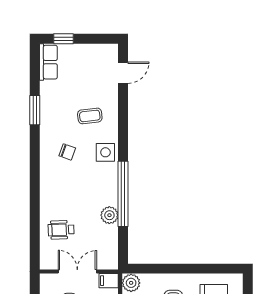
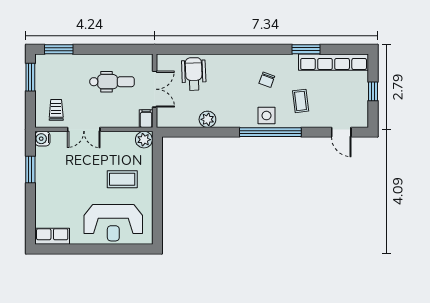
window: (64, 39) -> (373, 91), moved
row of seats: (48, 62) -> (334, 62), width x2.02
window: (123, 194) -> (270, 132), moved
wheelchair: (61, 230) -> (194, 74), width x1.36, depth x1.37

